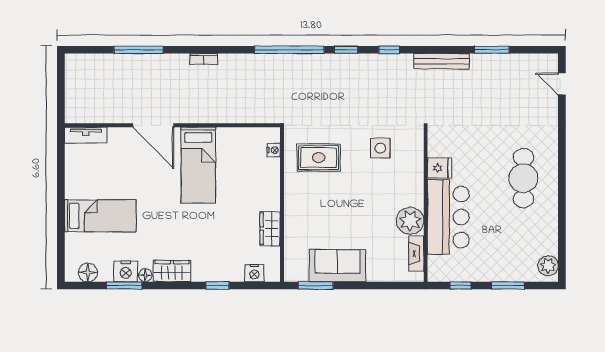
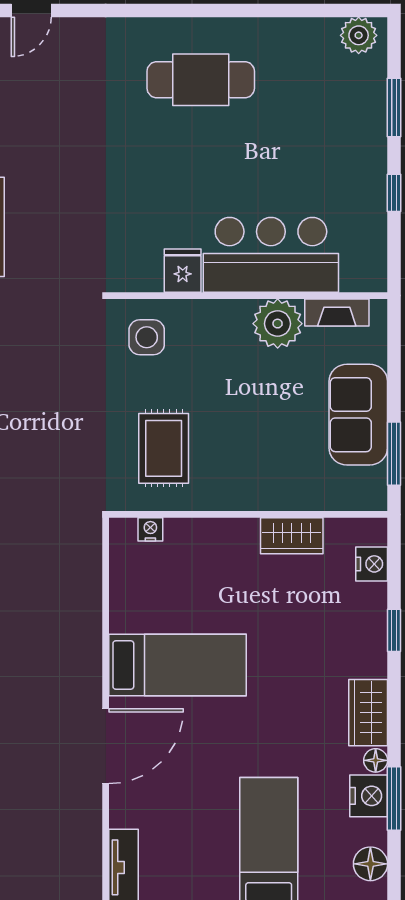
fridge: (440, 168) -> (183, 271), moved
wall: (426, 204) -> (248, 296), moved
bar counter: (448, 217) -> (271, 255), moved
plant: (410, 221) -> (278, 324), moved
fireplace: (416, 254) -> (337, 313), moved

